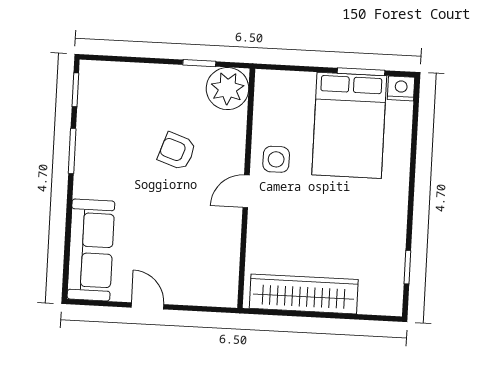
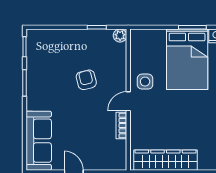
plant: (228, 89) -> (120, 36), width x0.53, depth x0.53
armchair: (177, 151) -> (86, 80), turned 57
bookcase: (232, 232) -> (121, 126), added

